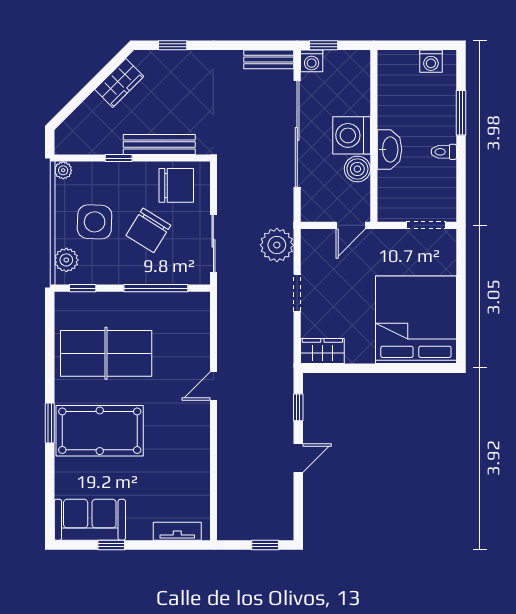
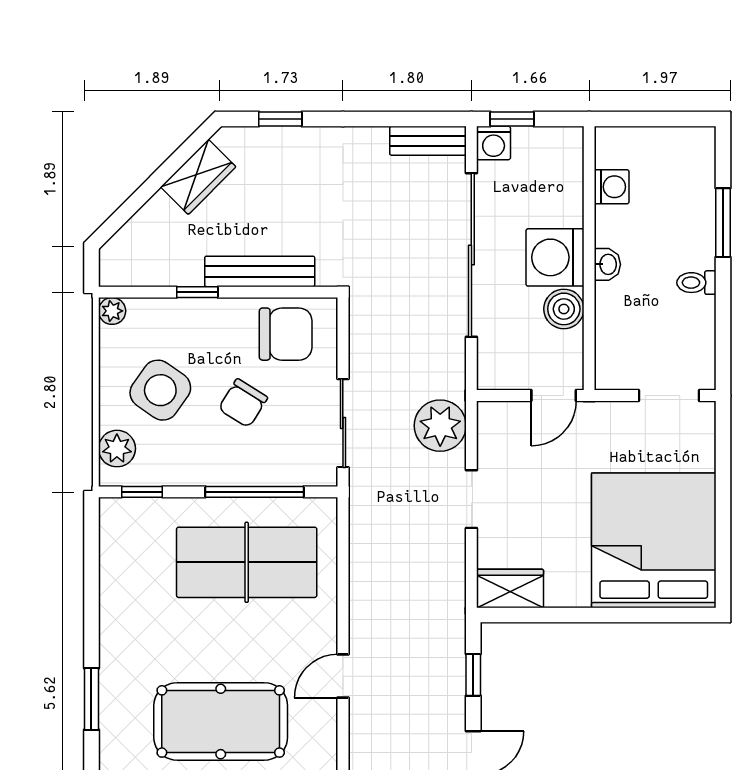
washing machine: (431, 61) -> (612, 187), moved, turned -90
washbasin: (389, 149) -> (607, 264), width x0.52, depth x0.69
side table: (95, 222) -> (160, 390), turned 33
chair: (148, 230) -> (243, 403), width x0.73, depth x0.73
table tennis table: (106, 353) -> (247, 562), moved
door: (213, 386) -> (343, 676), moved
pool table: (100, 431) -> (221, 721), moved

